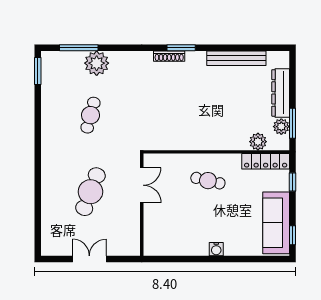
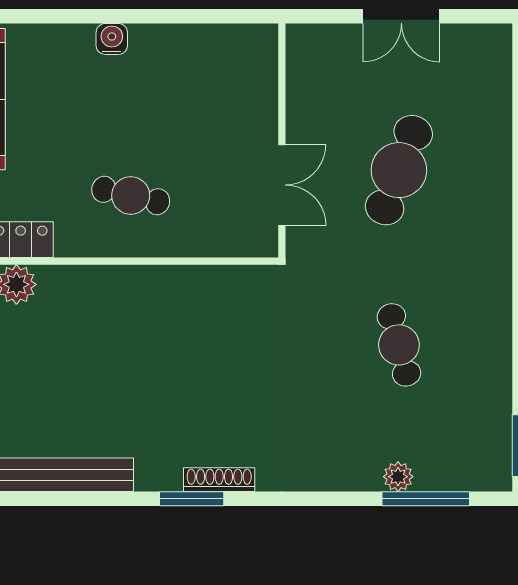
plant: (97, 63) -> (398, 477), width x0.53, depth x0.53
cafe table: (90, 115) -> (399, 345), turned -30
double door: (142, 185) -> (282, 185), swing flipped

